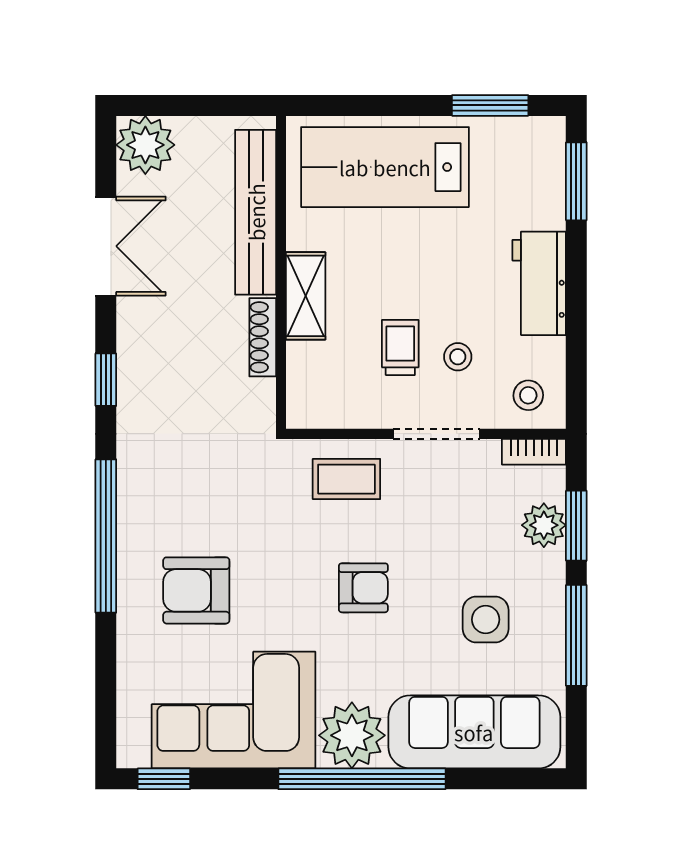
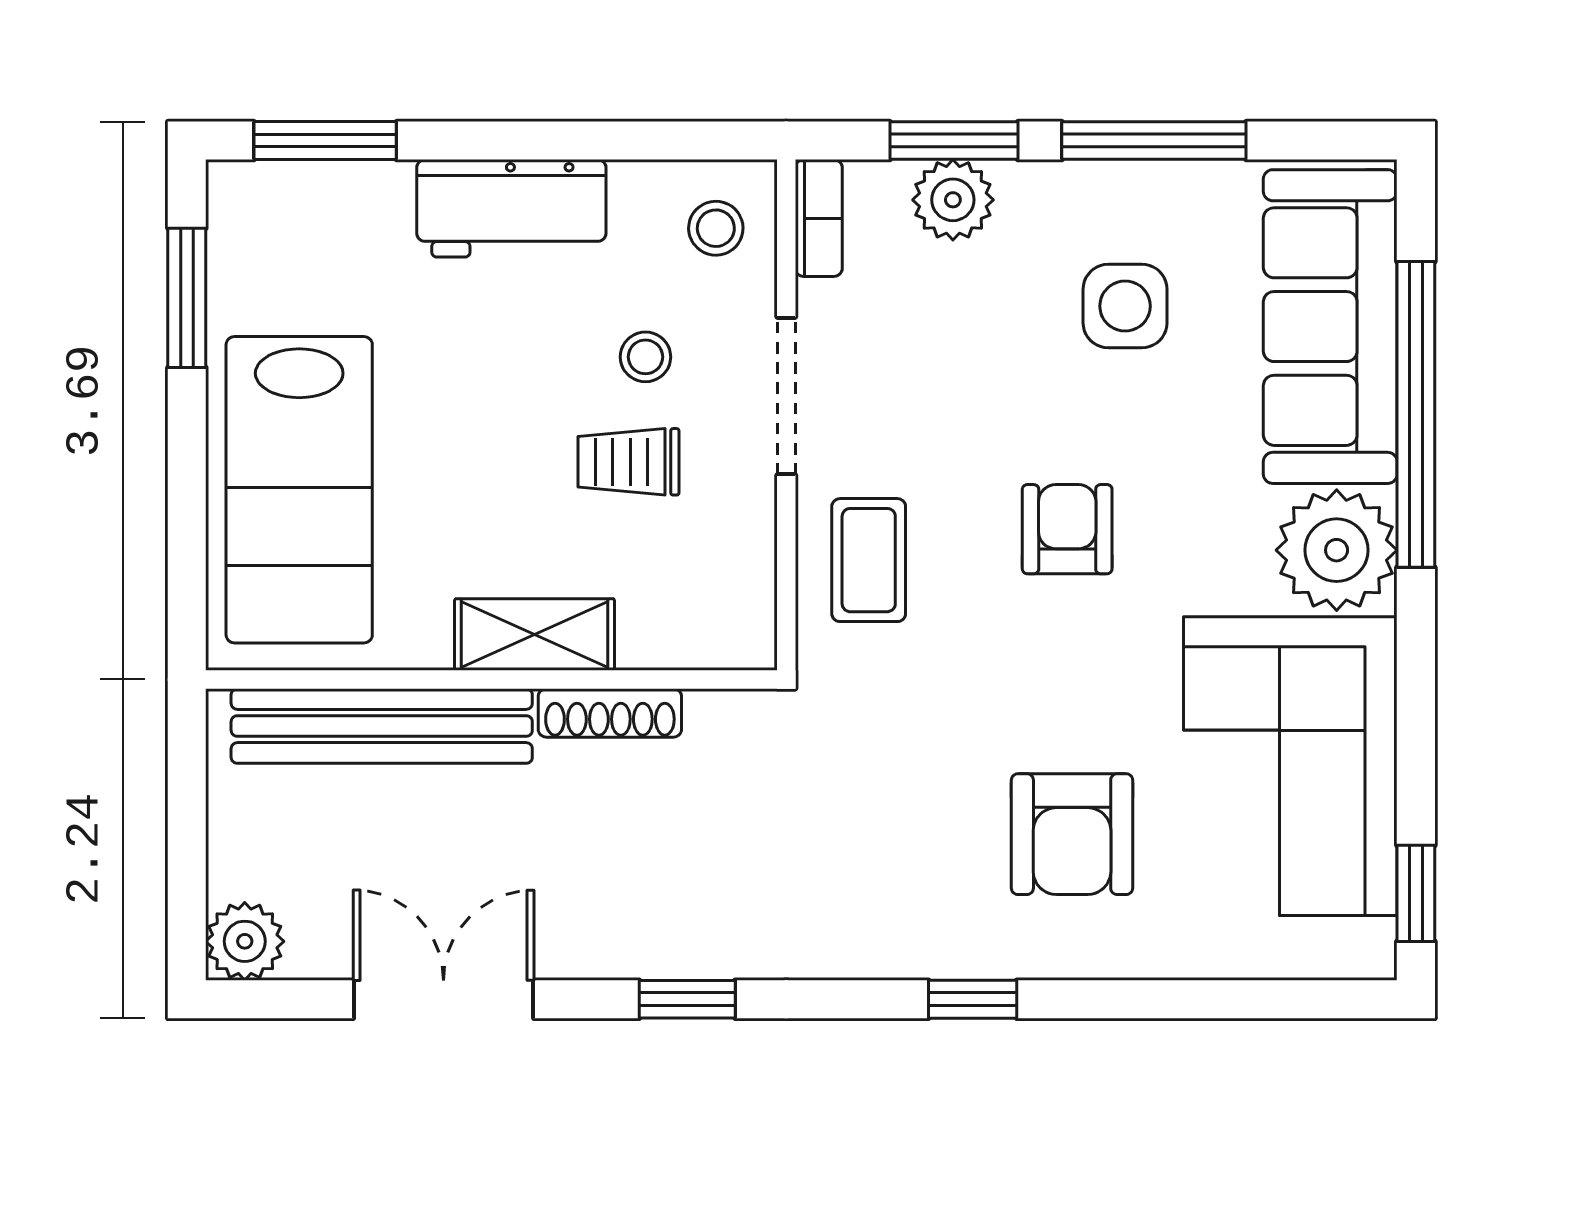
plant: (145, 145) -> (245, 941), width x0.73, depth x0.73
window: (106, 536) -> (973, 999), width x0.32
window: (362, 779) -> (1416, 414), moved

